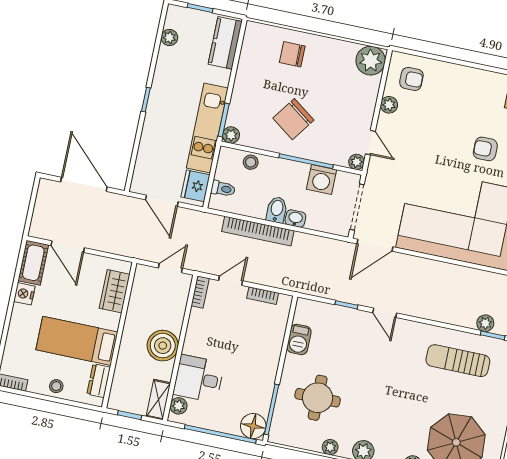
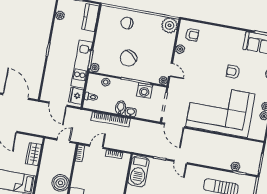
door: (375, 245) -> (174, 126), hinge flipped
barbecue: (299, 339) -> (139, 171), width x1.88, depth x1.53

